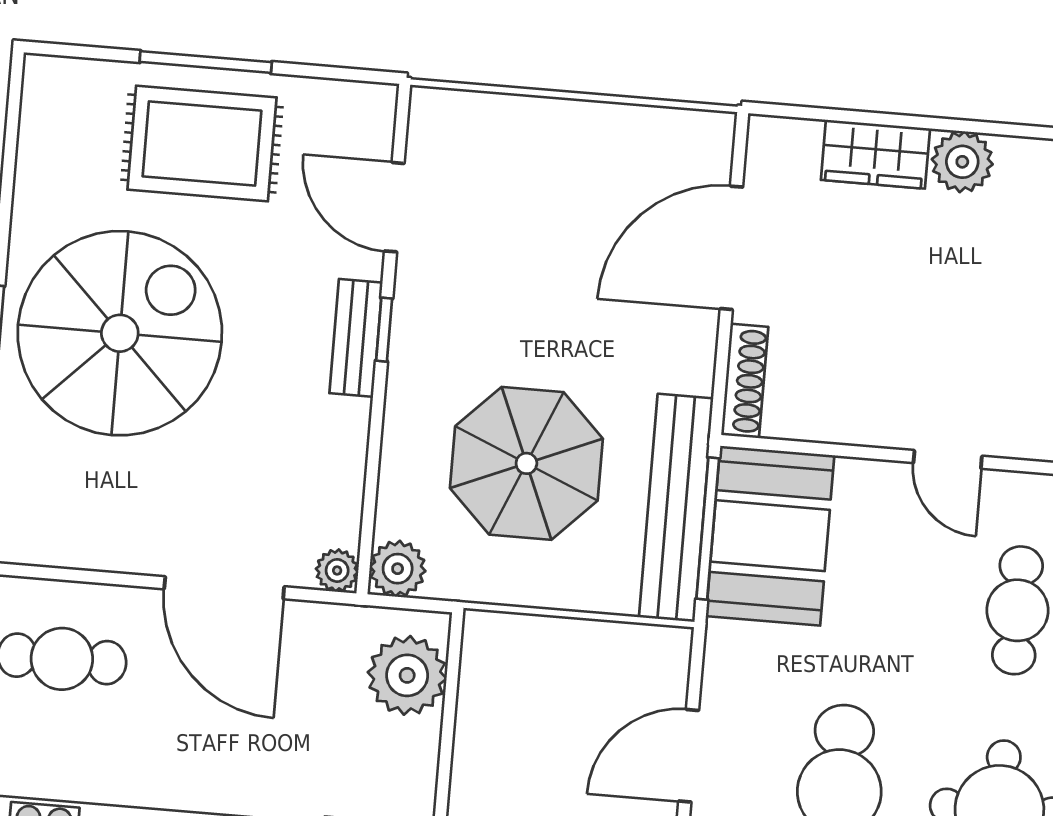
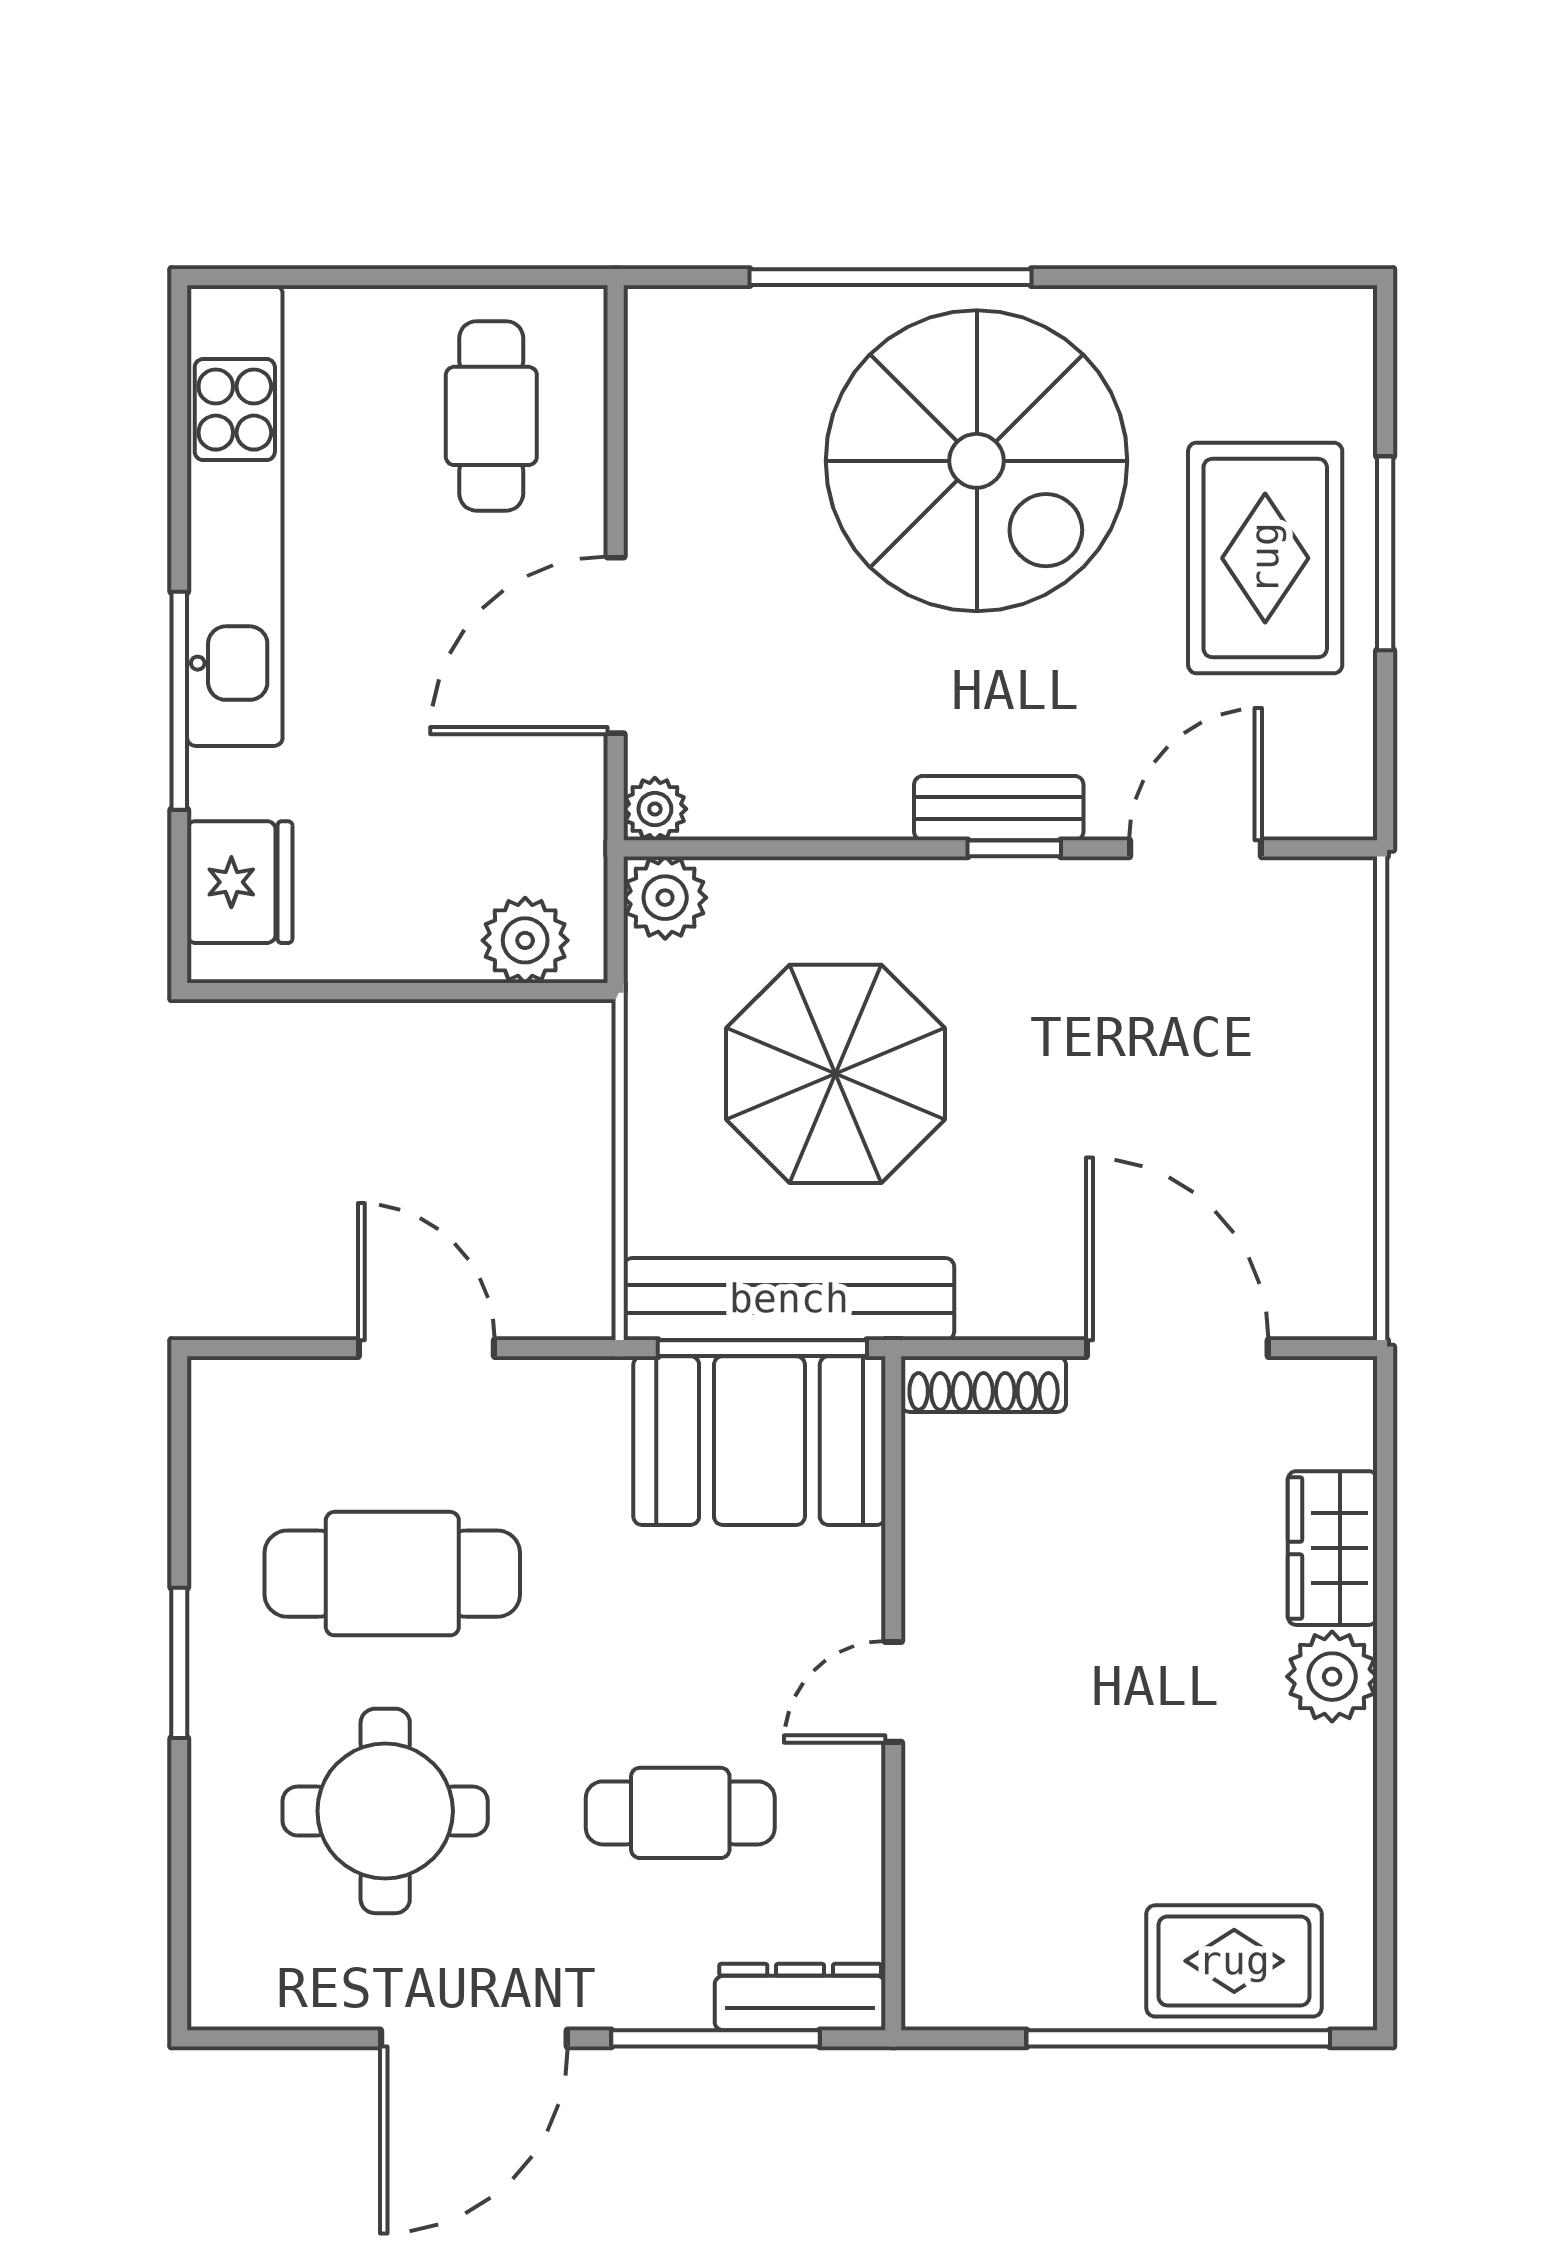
plant: (407, 675) -> (525, 940), width x0.73, depth x0.73

